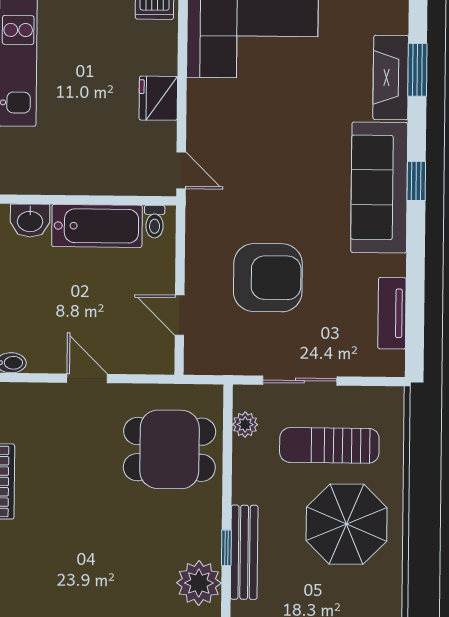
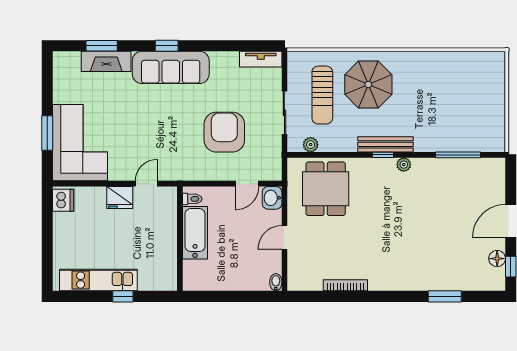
door: (181, 170) -> (146, 184), moved
washbasin: (30, 221) -> (272, 198), moved, turned 180
tv unit: (392, 313) -> (261, 59), moved
plant: (199, 583) -> (404, 165), width x0.53, depth x0.53

